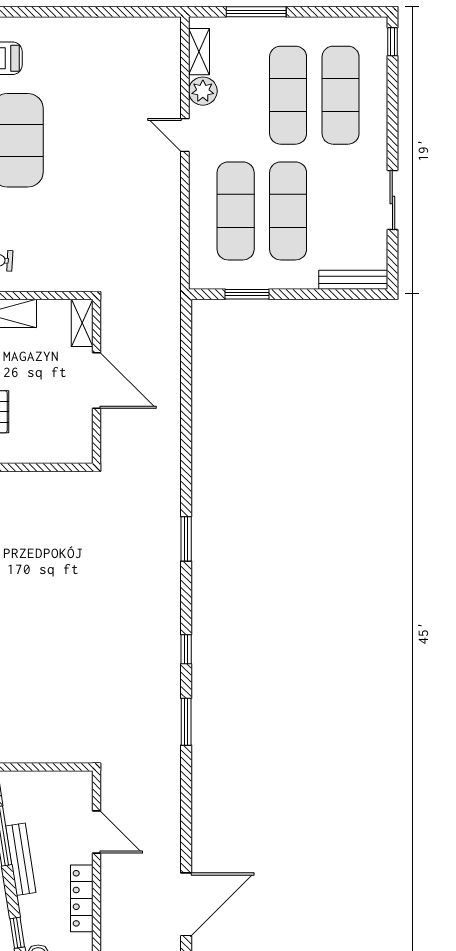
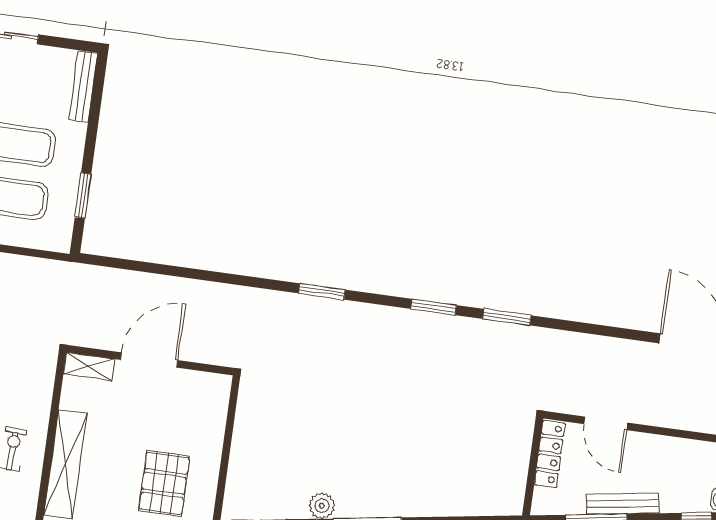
window: (186, 649) -> (434, 307), width x1.50
door: (96, 832) -> (606, 423), swing flipped
locker: (82, 898) -> (550, 454), moved, turned -90

